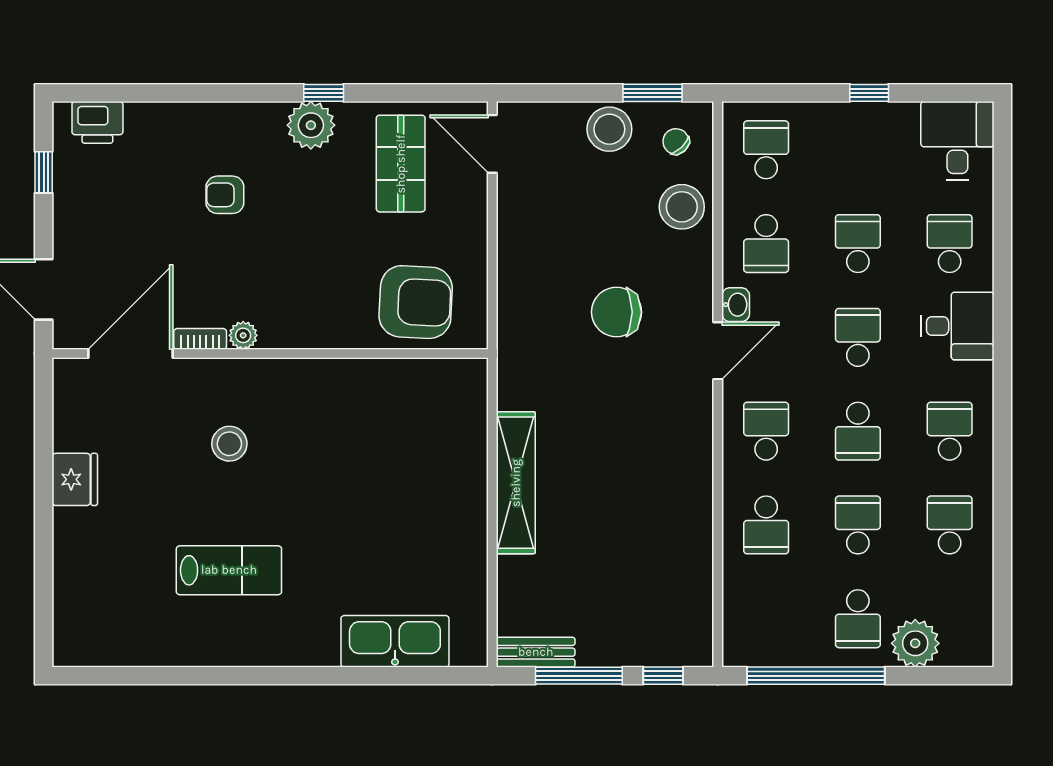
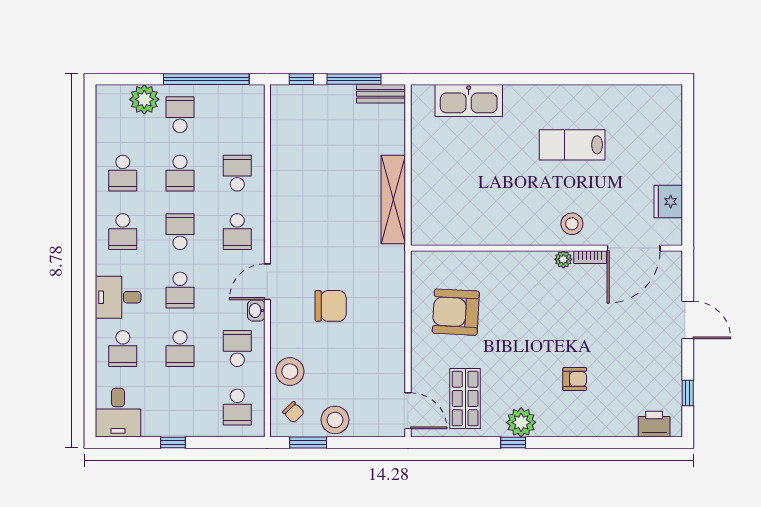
plant: (243, 335) -> (563, 259), moved
bookcase: (200, 339) -> (590, 257), moved
door: (130, 354) -> (634, 248), moved
wall: (270, 354) -> (546, 248), moved

